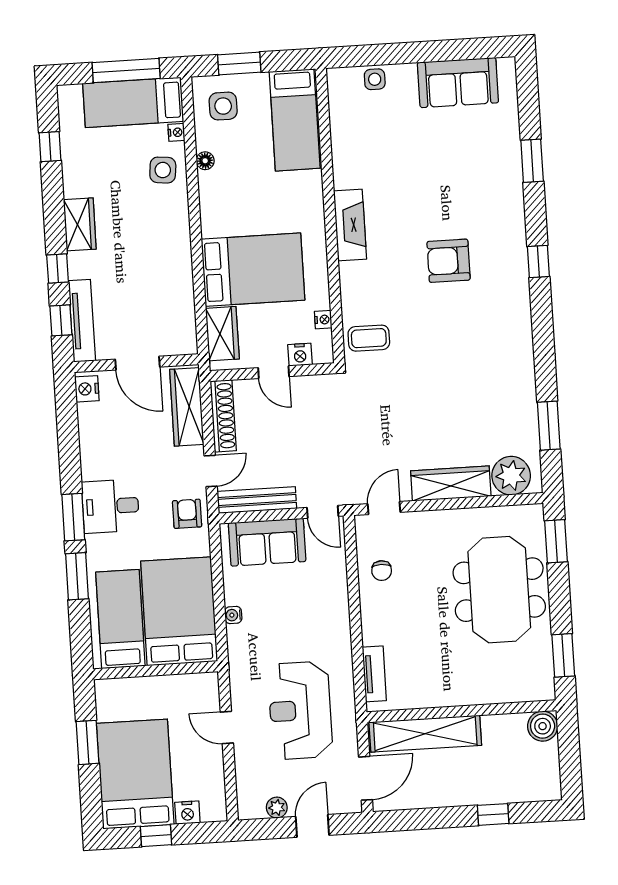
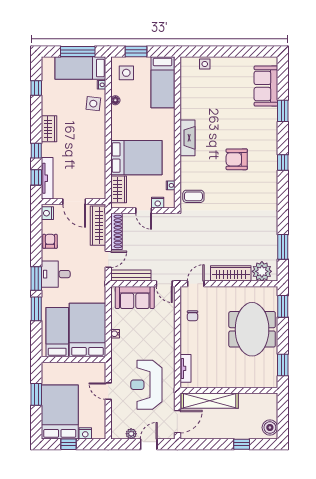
sofa: (458, 83) -> (266, 86), moved, turned 90
armchair: (187, 514) -> (50, 241), moved
boiler: (543, 726) -> (270, 428), moved

